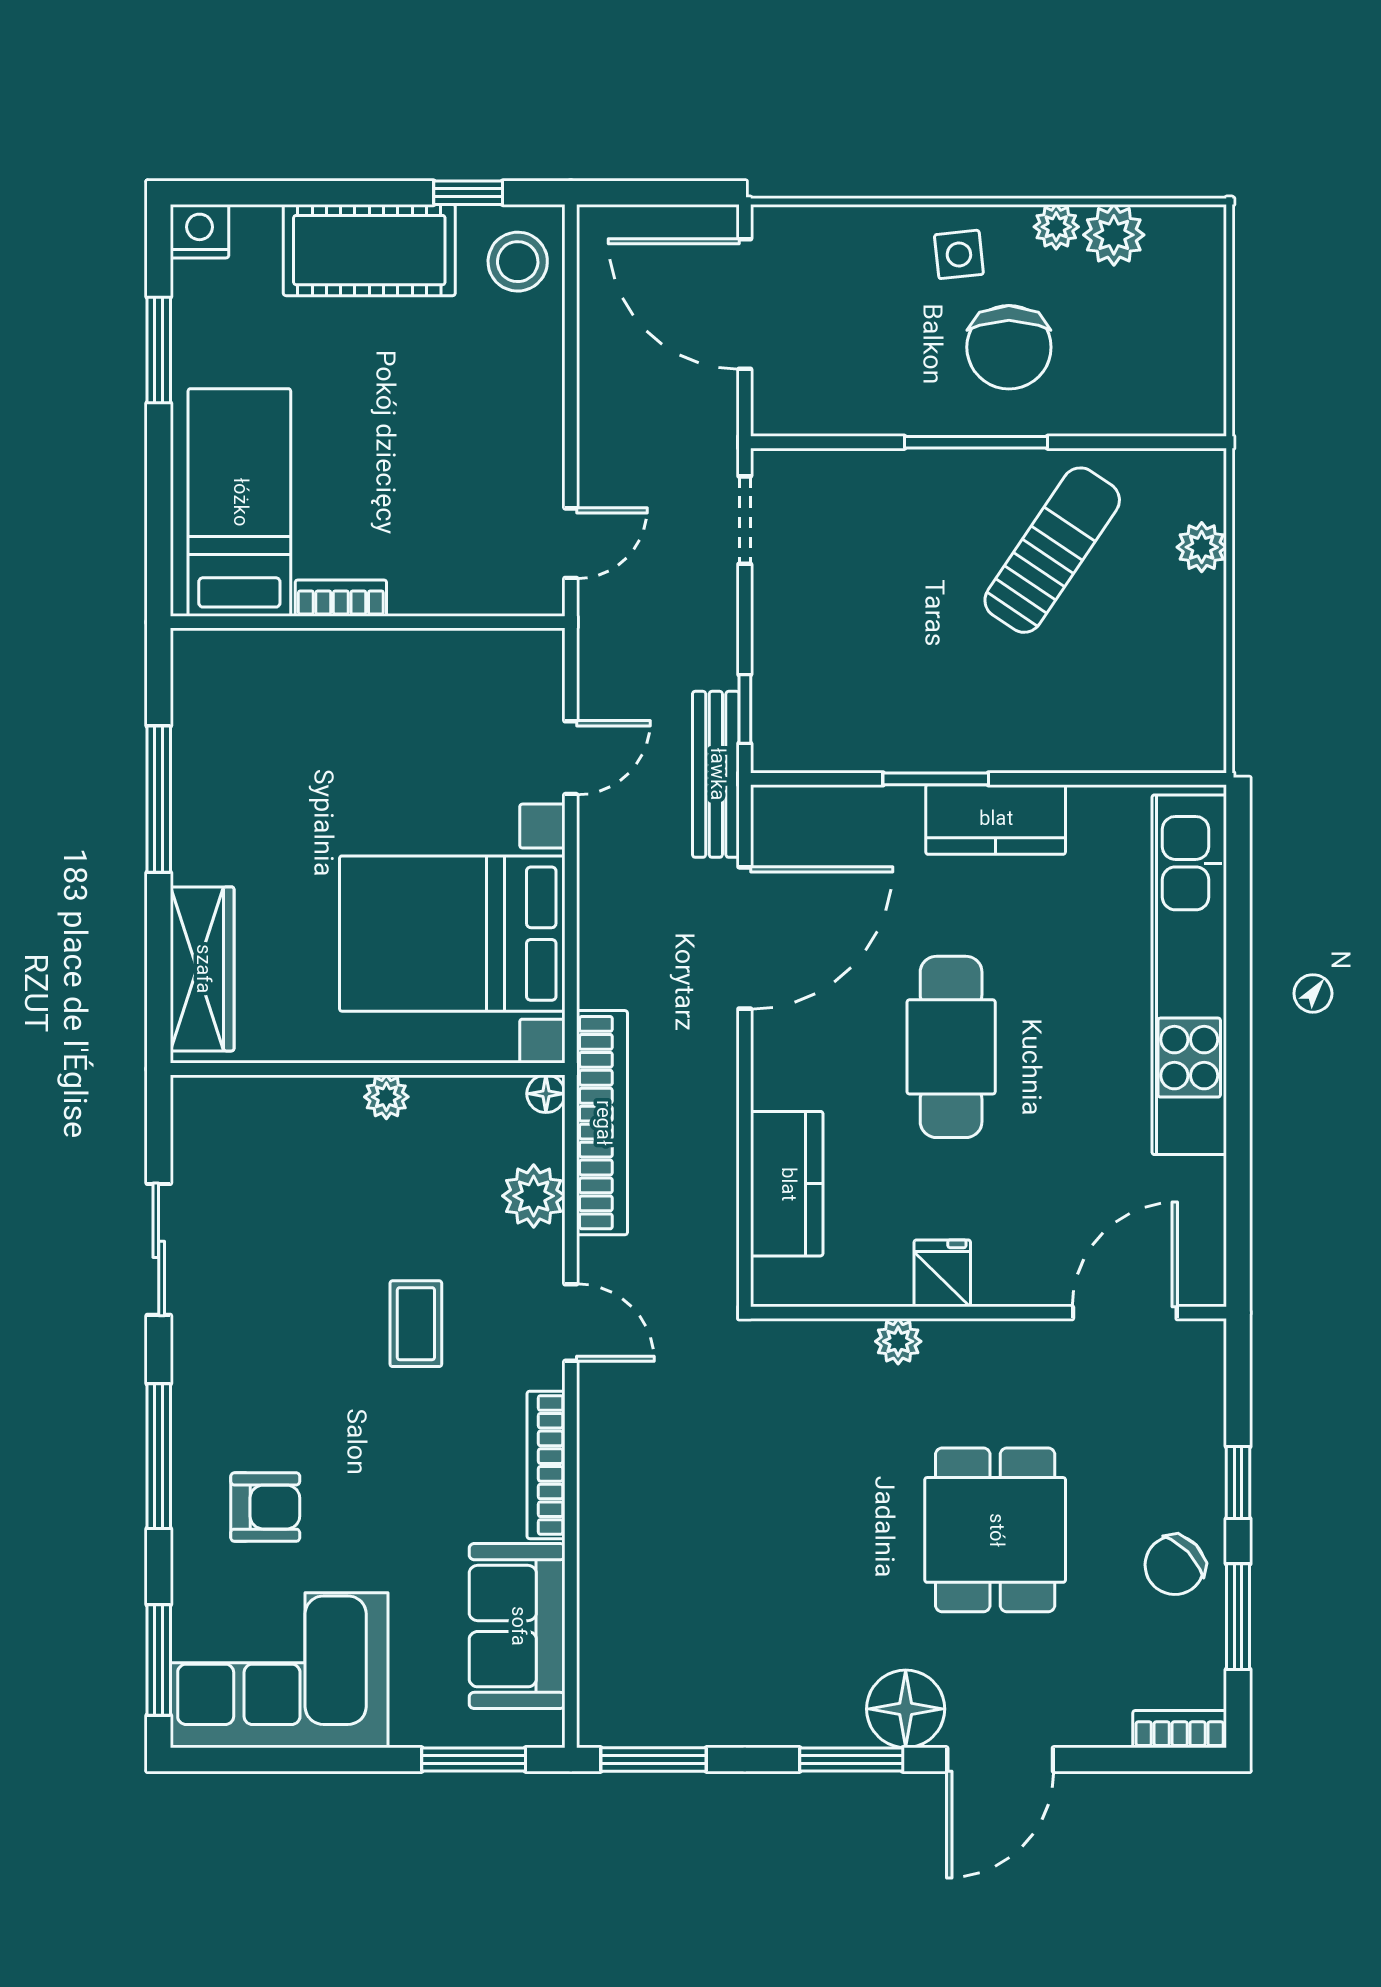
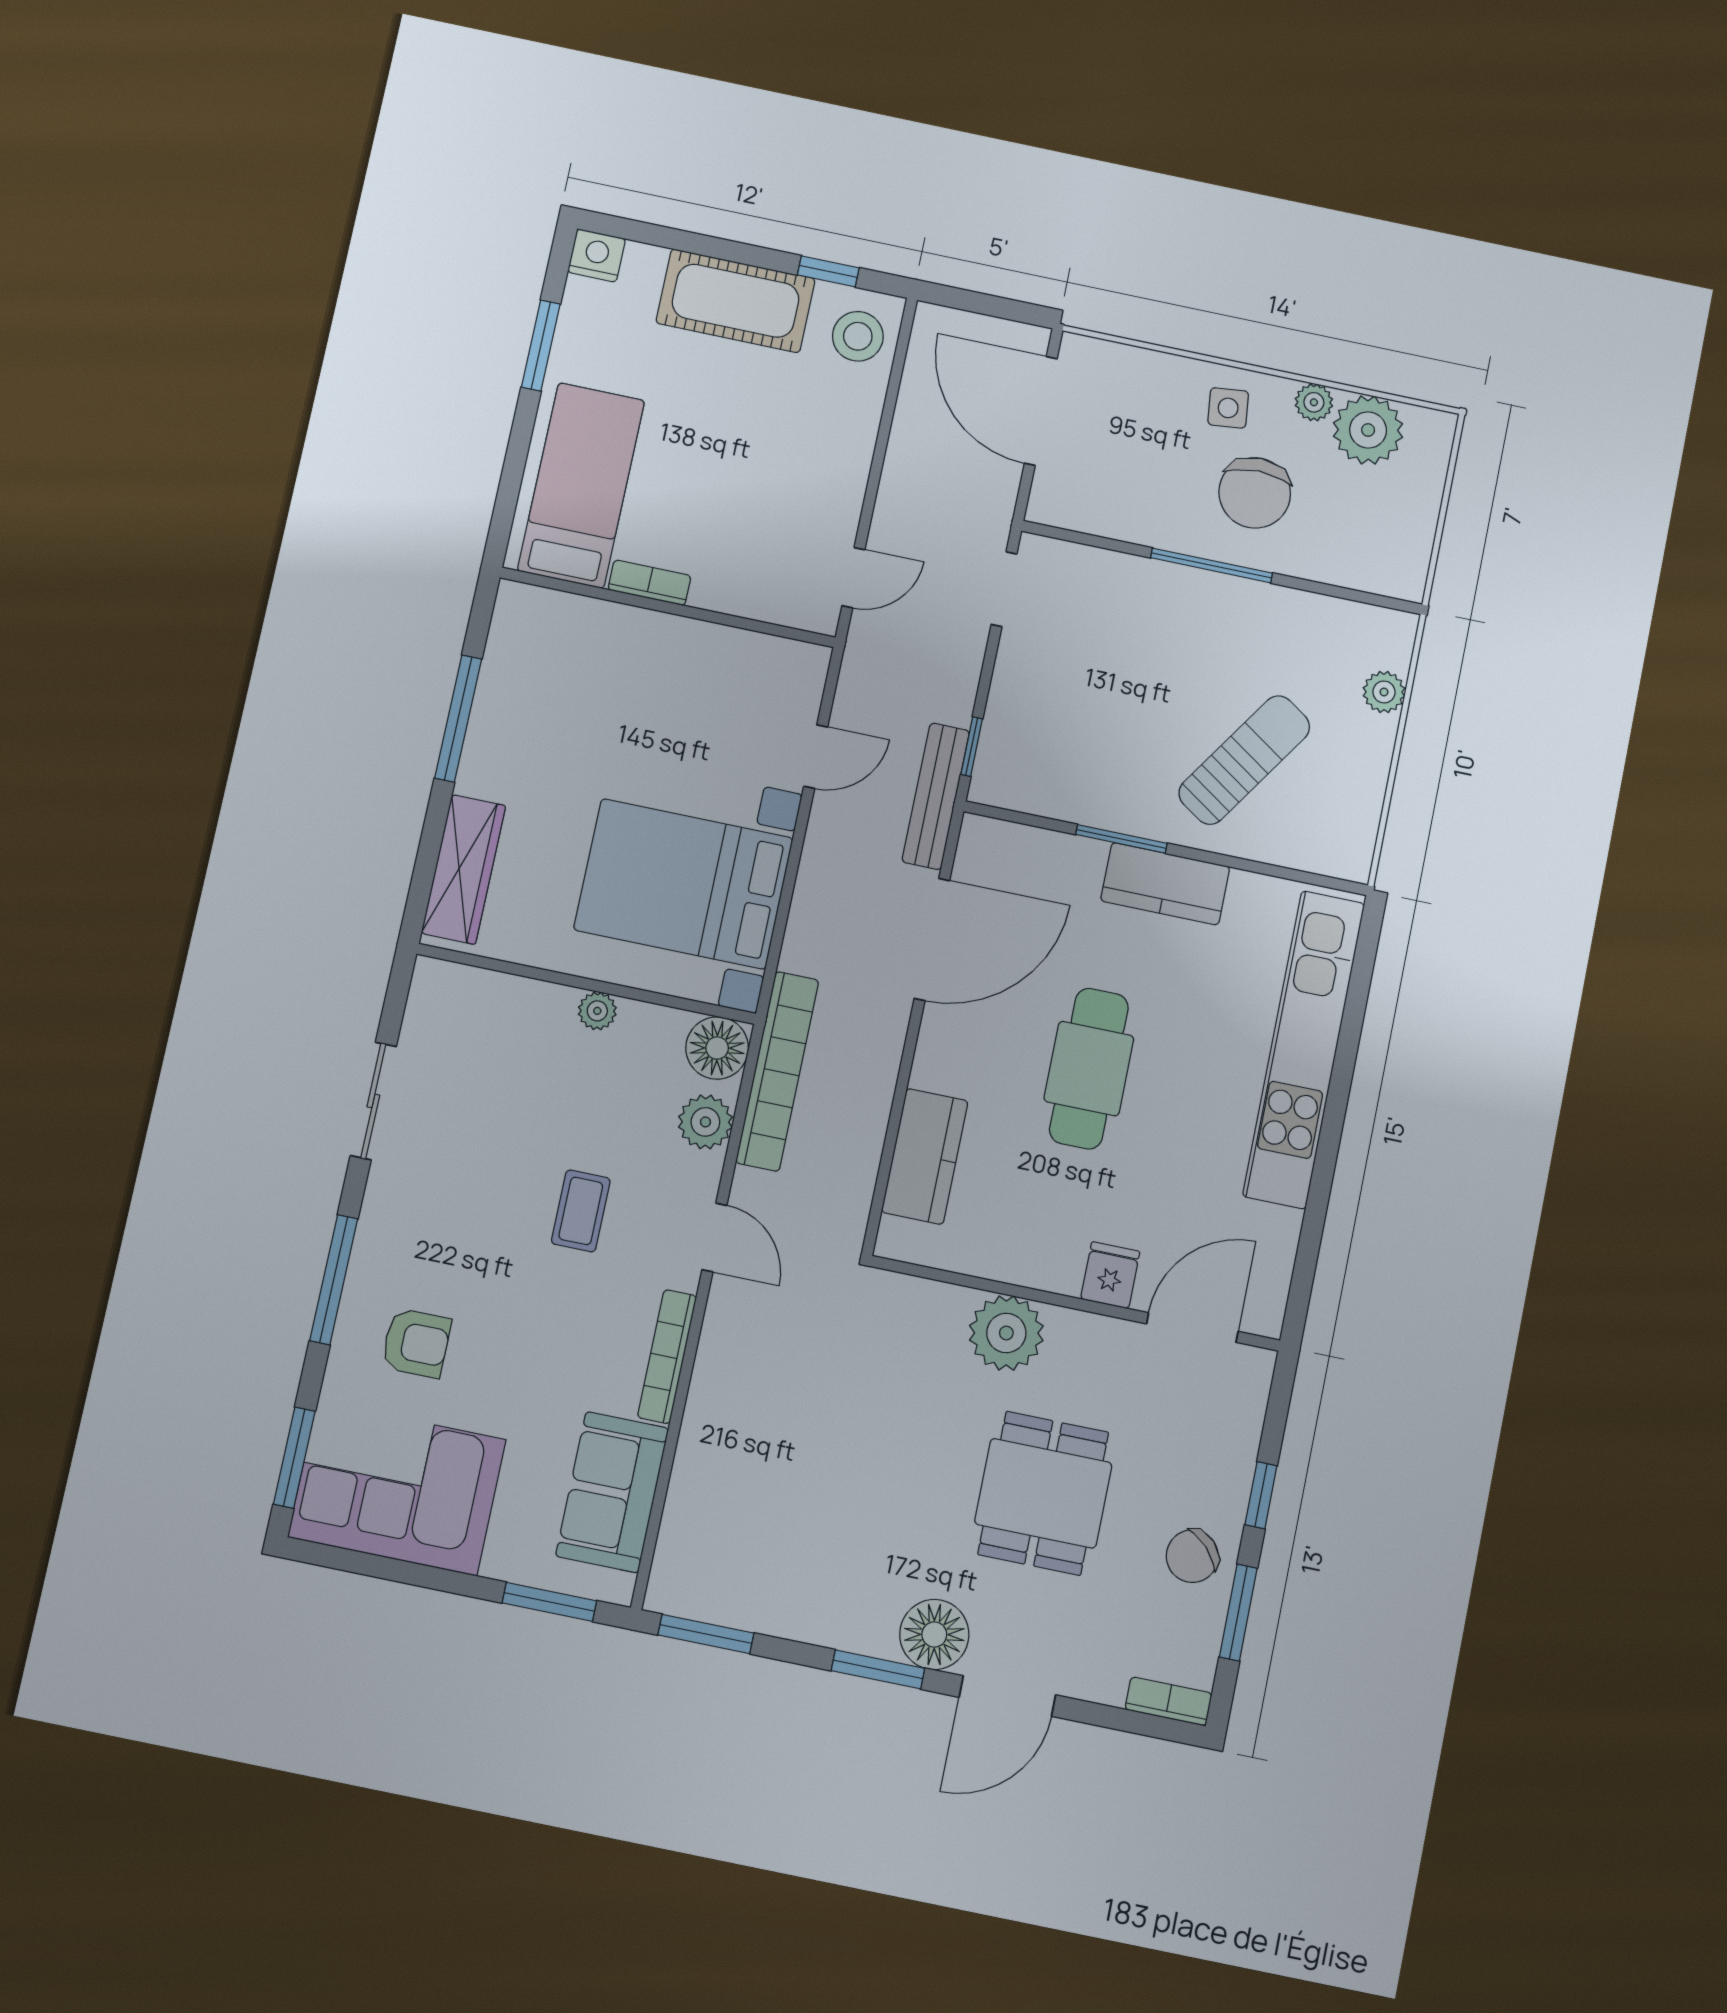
plant: (1114, 235) -> (1368, 430), width x1.36, depth x1.36
sun lounger: (1052, 550) -> (1244, 760), moved
floor lamp: (546, 1094) -> (717, 1048), width x1.89, depth x1.89
fridge: (942, 1273) -> (1110, 1275), moved
plant: (898, 1341) -> (1006, 1333), width x1.87, depth x1.87

